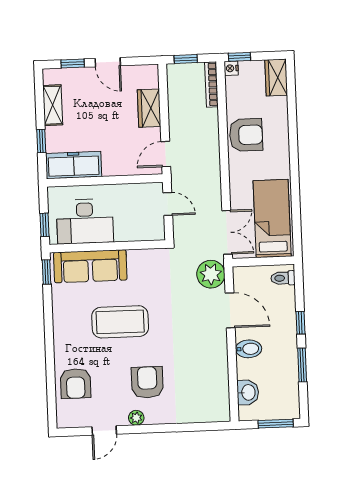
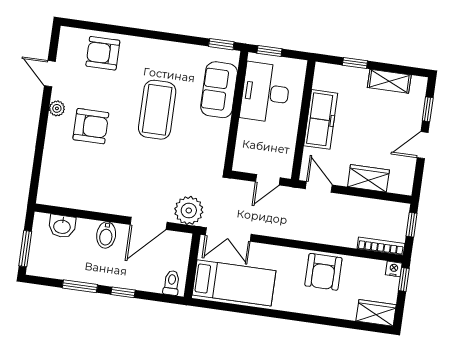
freezer: (74, 165) -> (321, 119), moved
sofa: (90, 266) -> (219, 90), width x0.73

